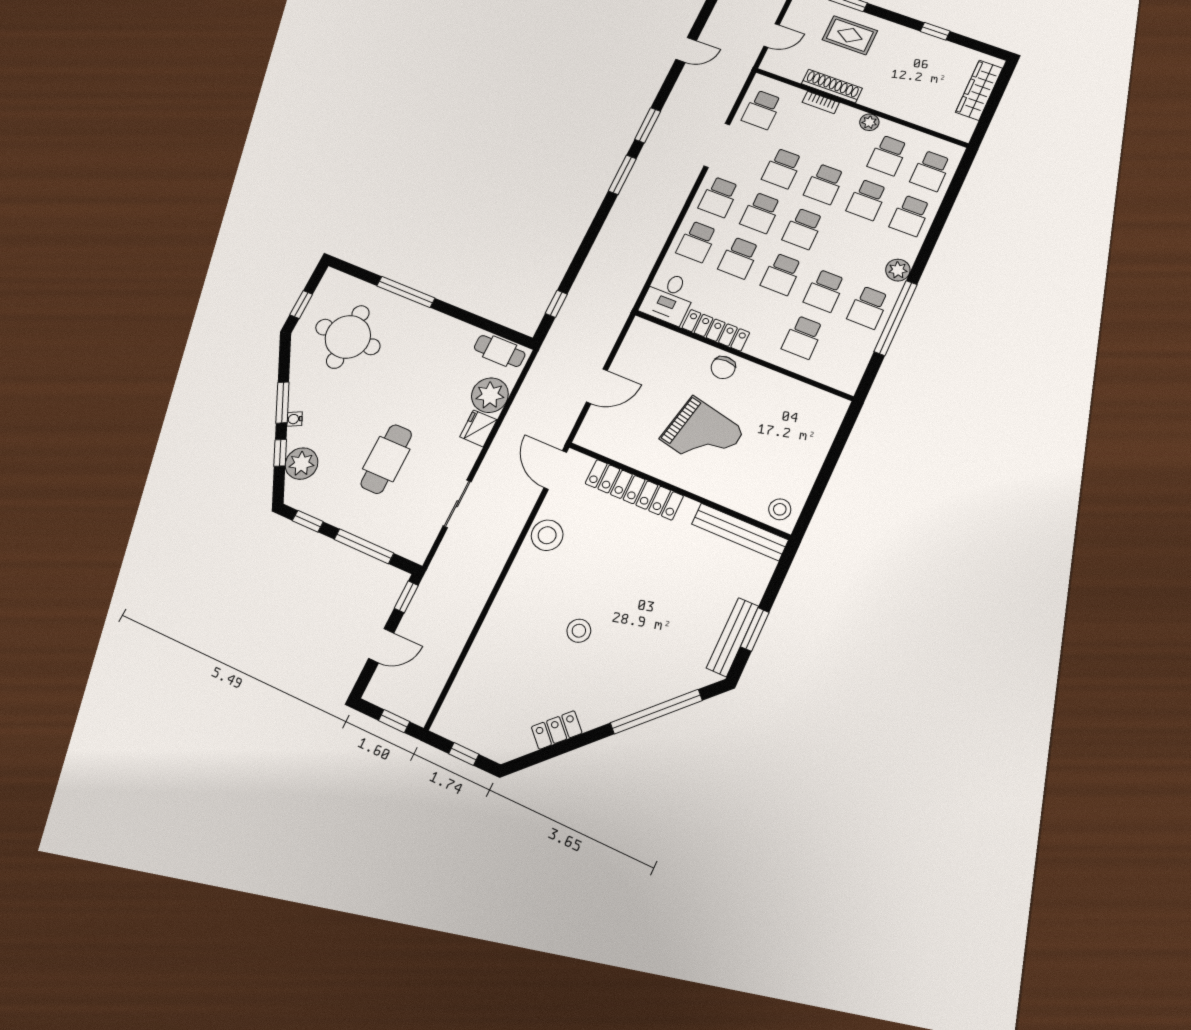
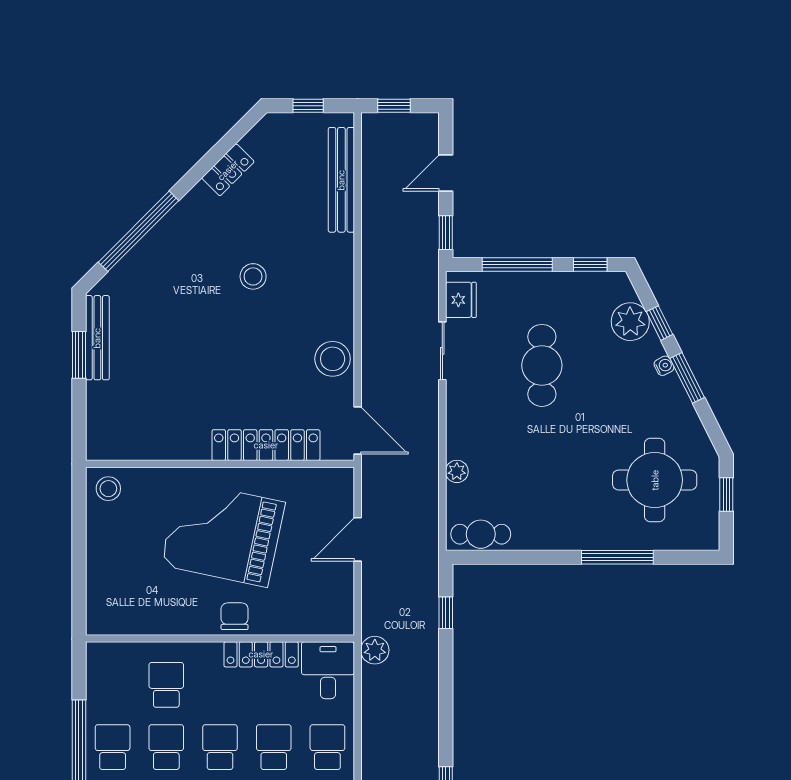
plant: (625, 298) -> (375, 650), added
plant: (490, 395) -> (457, 471), width x0.53, depth x0.53
fridge: (478, 428) -> (461, 300), moved
grand piano: (702, 435) -> (223, 534), width x1.37, depth x1.48
bench: (740, 532) -> (341, 180), moved, turned 90

